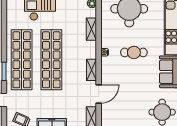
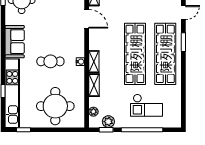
shelving: (92, 70) -> (94, 62), moved
door: (99, 94) -> (87, 19), swing flipped

